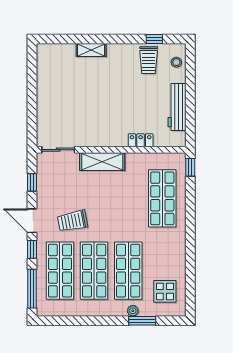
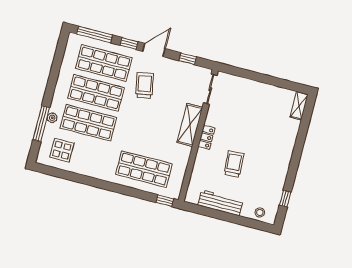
shelving: (91, 50) -> (299, 106), moved
trolley: (149, 60) -> (234, 164), moved, turned 86
locker: (141, 140) -> (206, 137), moved
window: (142, 321) -> (41, 124), width x1.44

